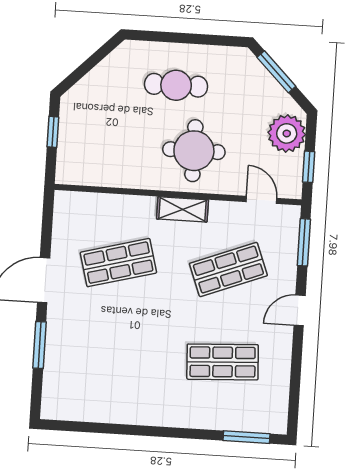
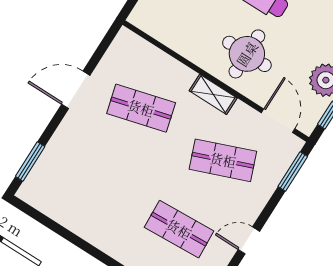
door: (262, 200) -> (278, 121), width x1.38
door: (300, 310) -> (249, 240), moved
window: (39, 345) -> (30, 161), moved

